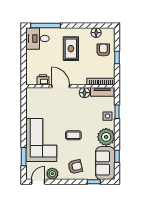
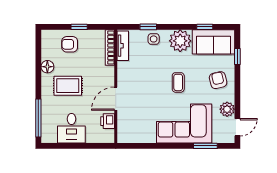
floor lamp: (96, 33) -> (47, 67), moved
desk: (37, 38) -> (71, 128), moved
floor lamp: (84, 93) -> (124, 68), removed
door: (38, 182) -> (237, 127), swing flipped

